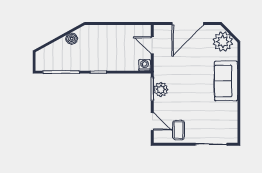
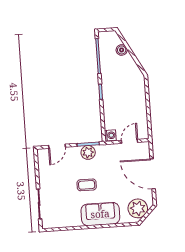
boiler: (72, 39) -> (122, 50), moved
coffee table: (178, 130) -> (87, 185), moved

